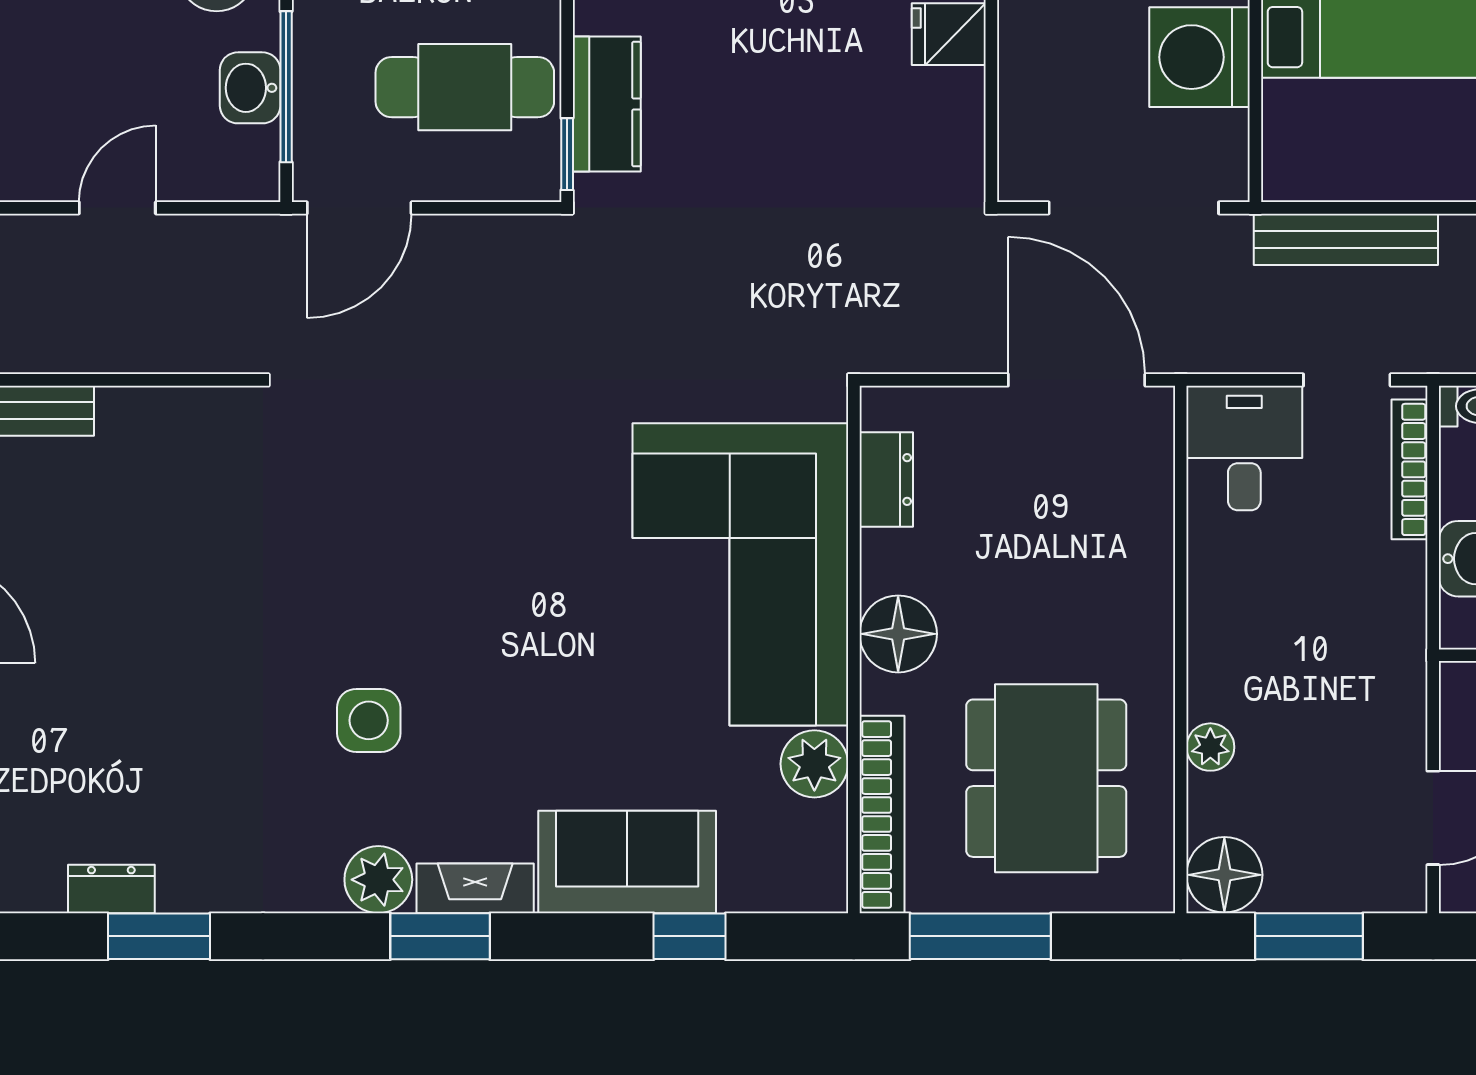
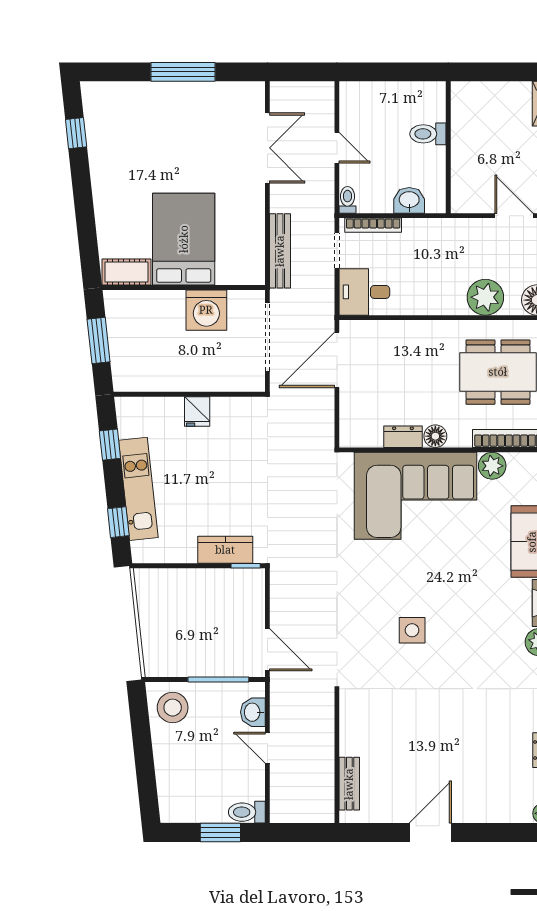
cafe table: (465, 87) -> (219, 607), removed
washbasin: (250, 88) -> (253, 712), moved, turned 90
dresser: (886, 479) -> (403, 437), moved
floor lamp: (898, 634) -> (435, 436), width x0.73, depth x0.73
side table: (369, 720) -> (412, 630), moved
plant: (1210, 747) -> (485, 297), width x1.87, depth x1.87

